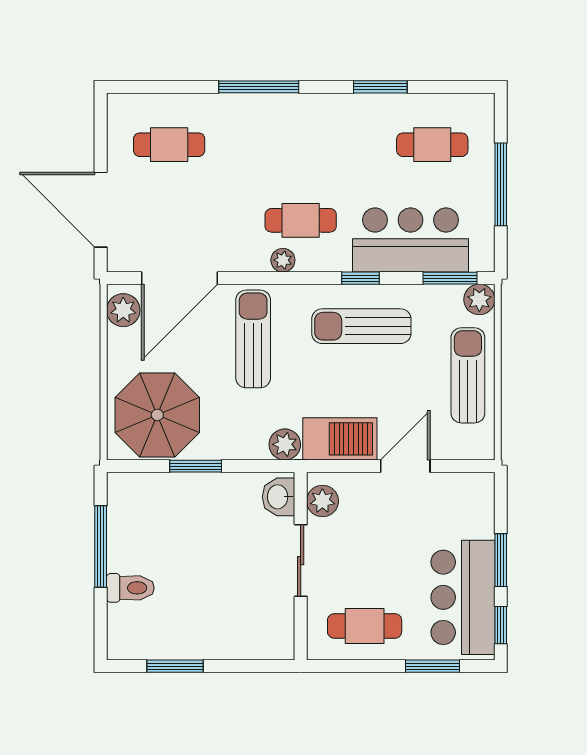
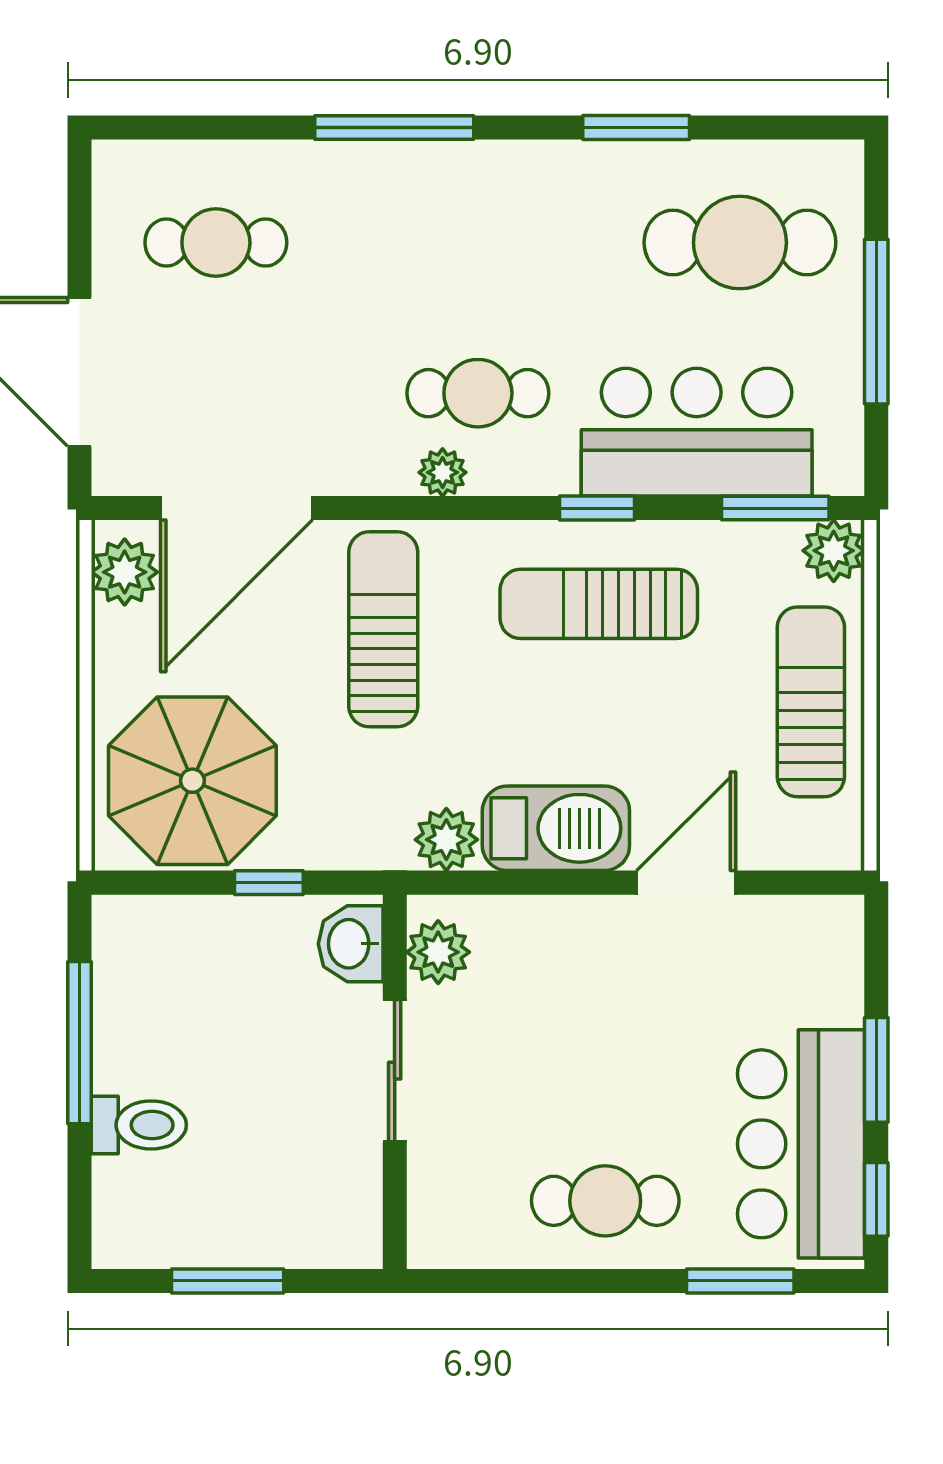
cafe table: (432, 145) -> (740, 243), width x1.37, depth x1.35
window: (196, 466) -> (269, 883), width x0.67
washbasin: (279, 497) -> (351, 944), moved
plant: (322, 501) -> (438, 952), moved
sliding door: (301, 561) -> (395, 1071), moved
wall: (301, 566) -> (395, 1082), moved

